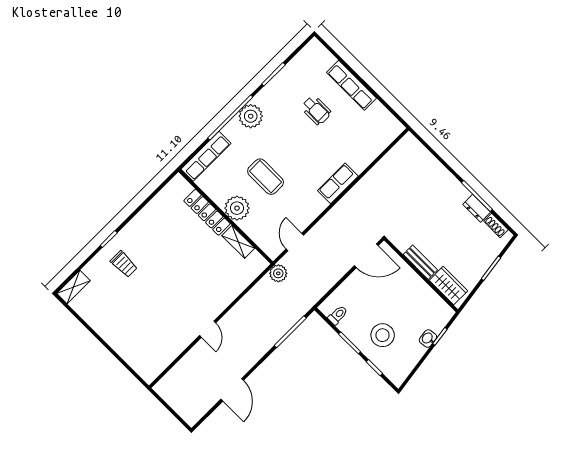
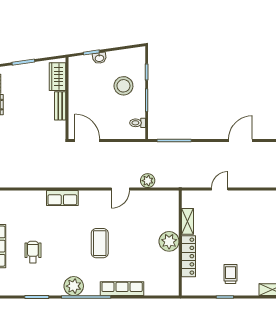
plant: (237, 208) -> (169, 241), moved
locker: (207, 212) -> (189, 256), moved
wall: (226, 217) -> (180, 243), moved
shelving: (238, 242) -> (188, 221), moved

